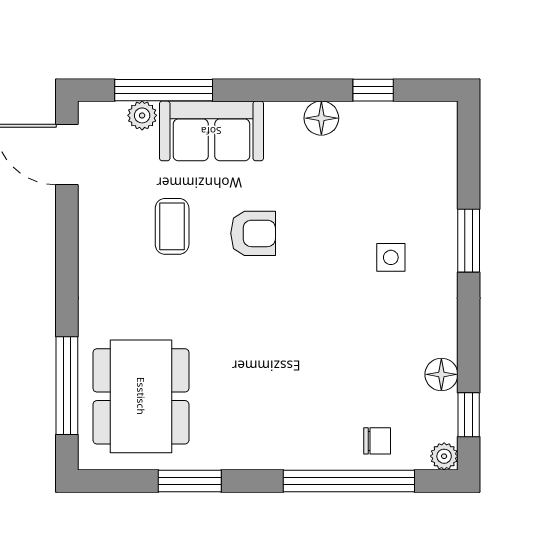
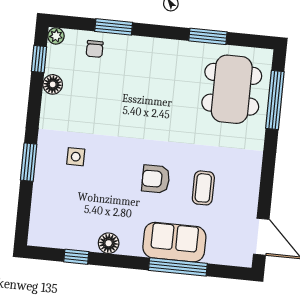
window: (164, 90) -> (178, 267), moved
plant: (142, 115) -> (214, 255), removed
chair: (377, 441) -> (95, 49), turned -90
window: (349, 481) -> (114, 27), width x0.47

